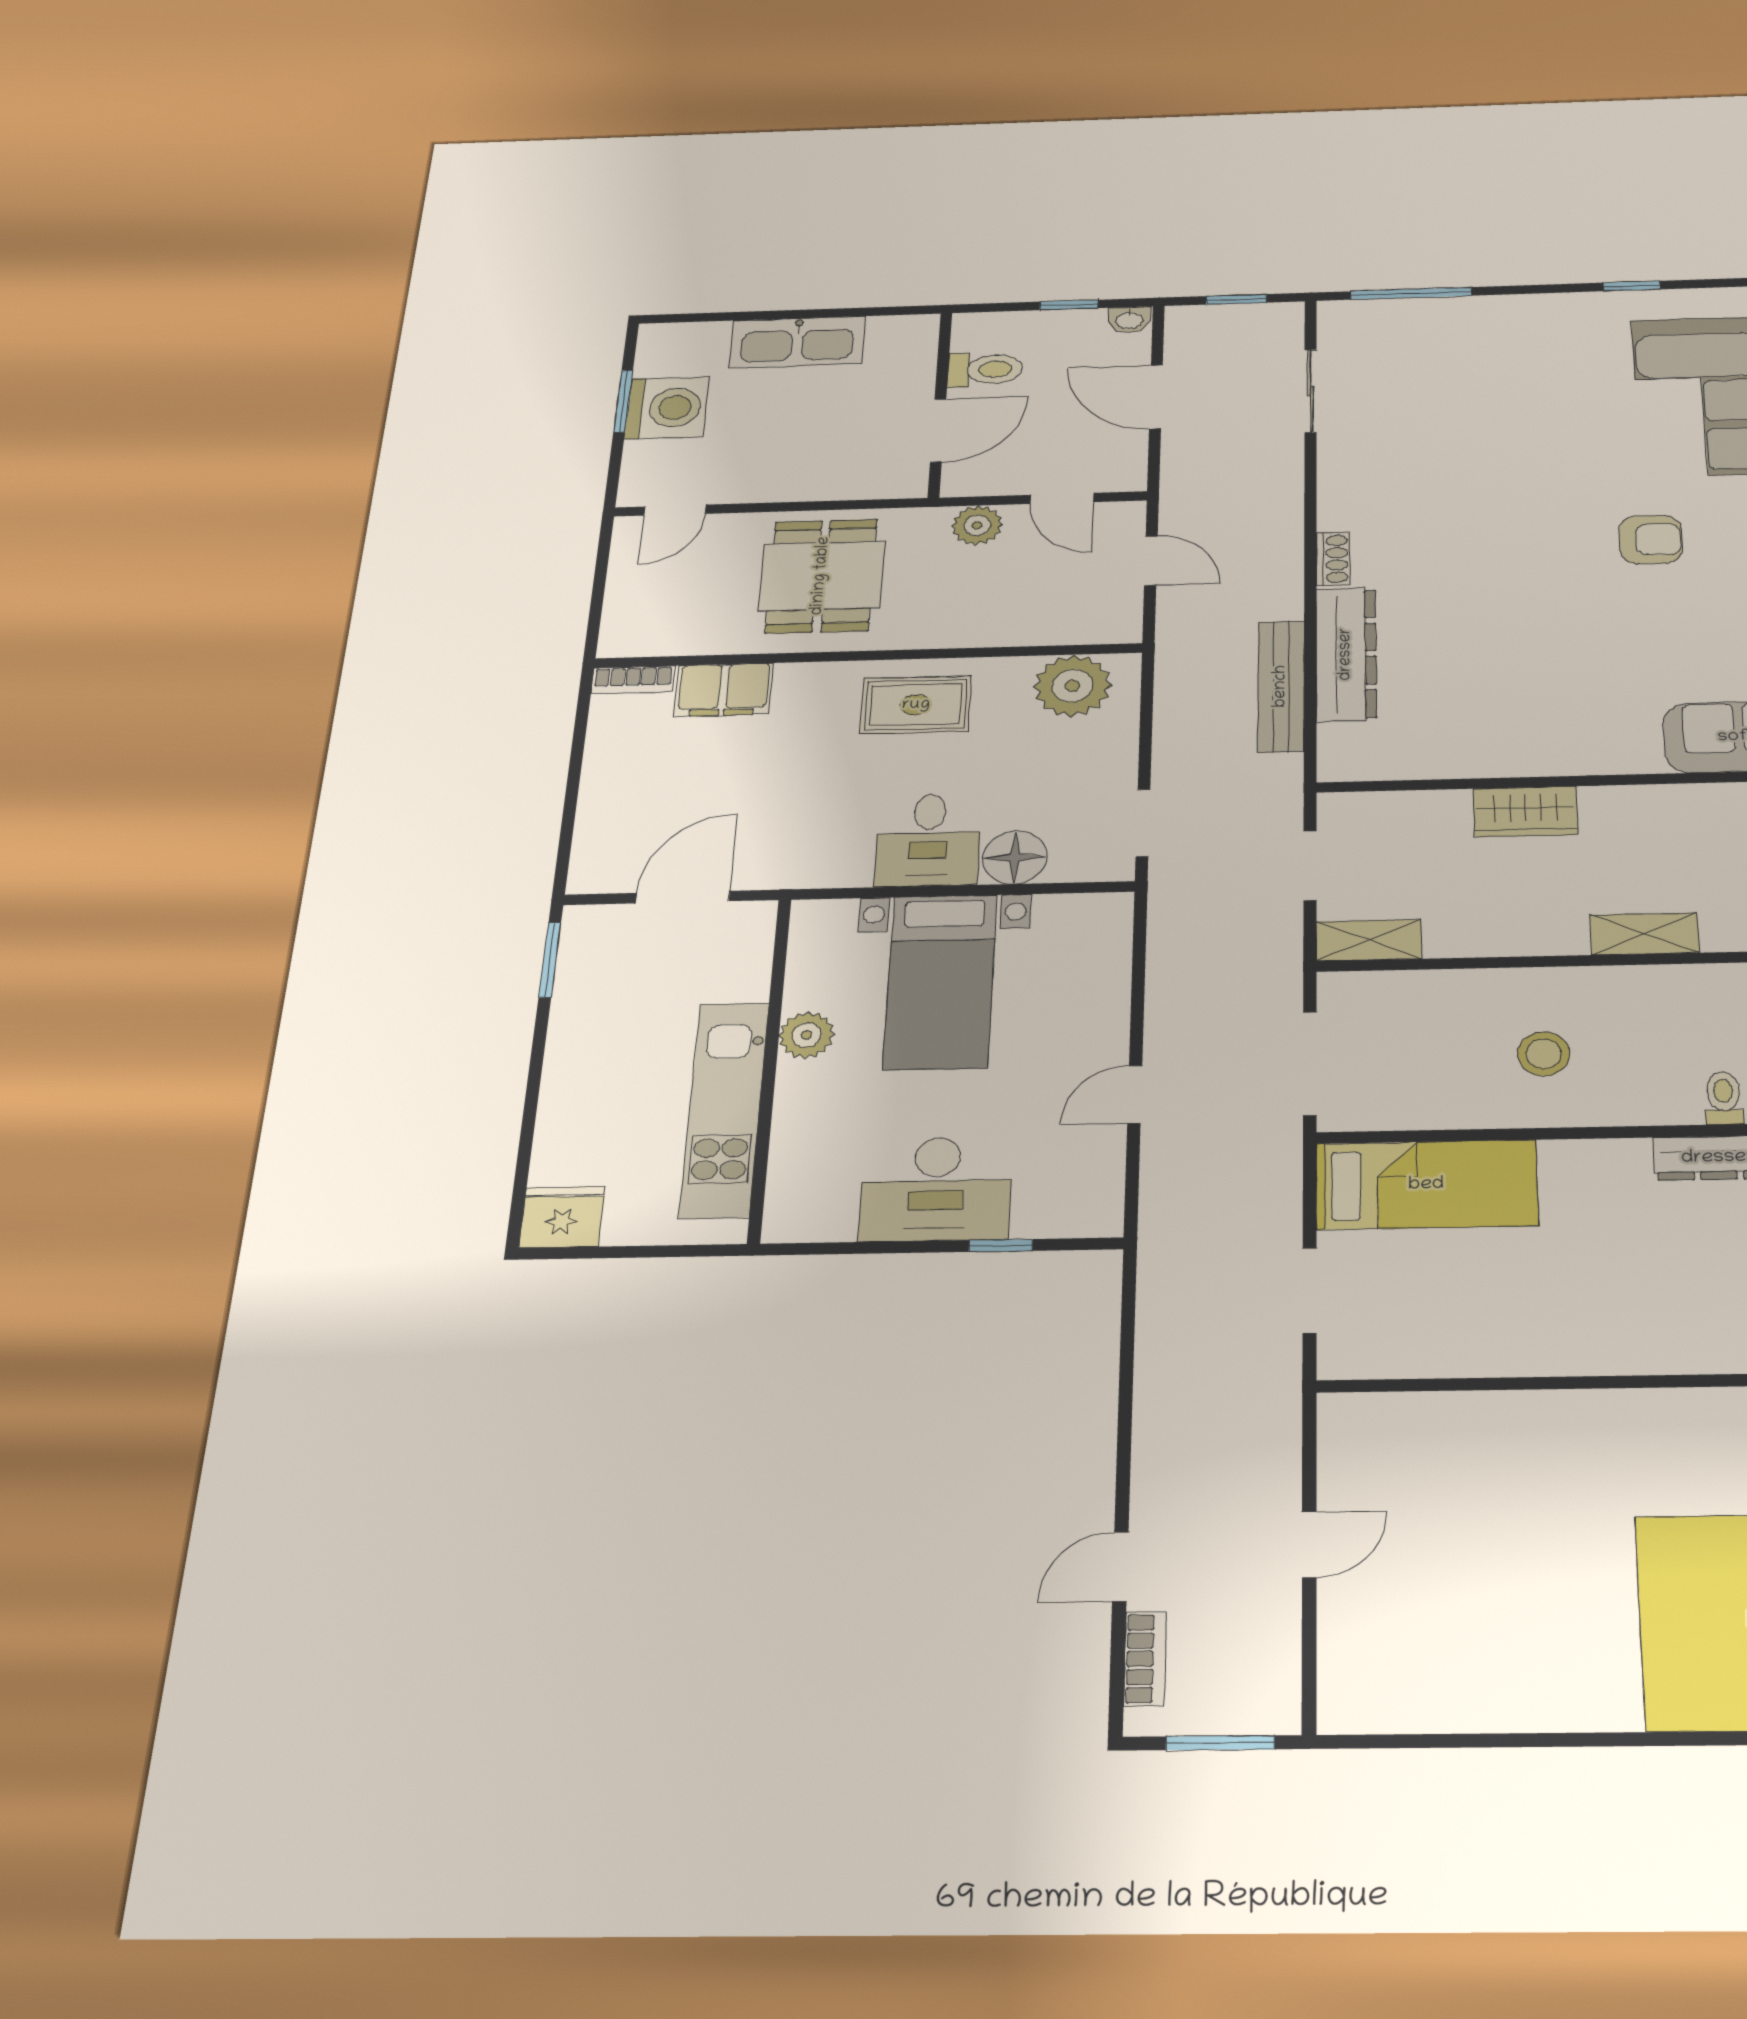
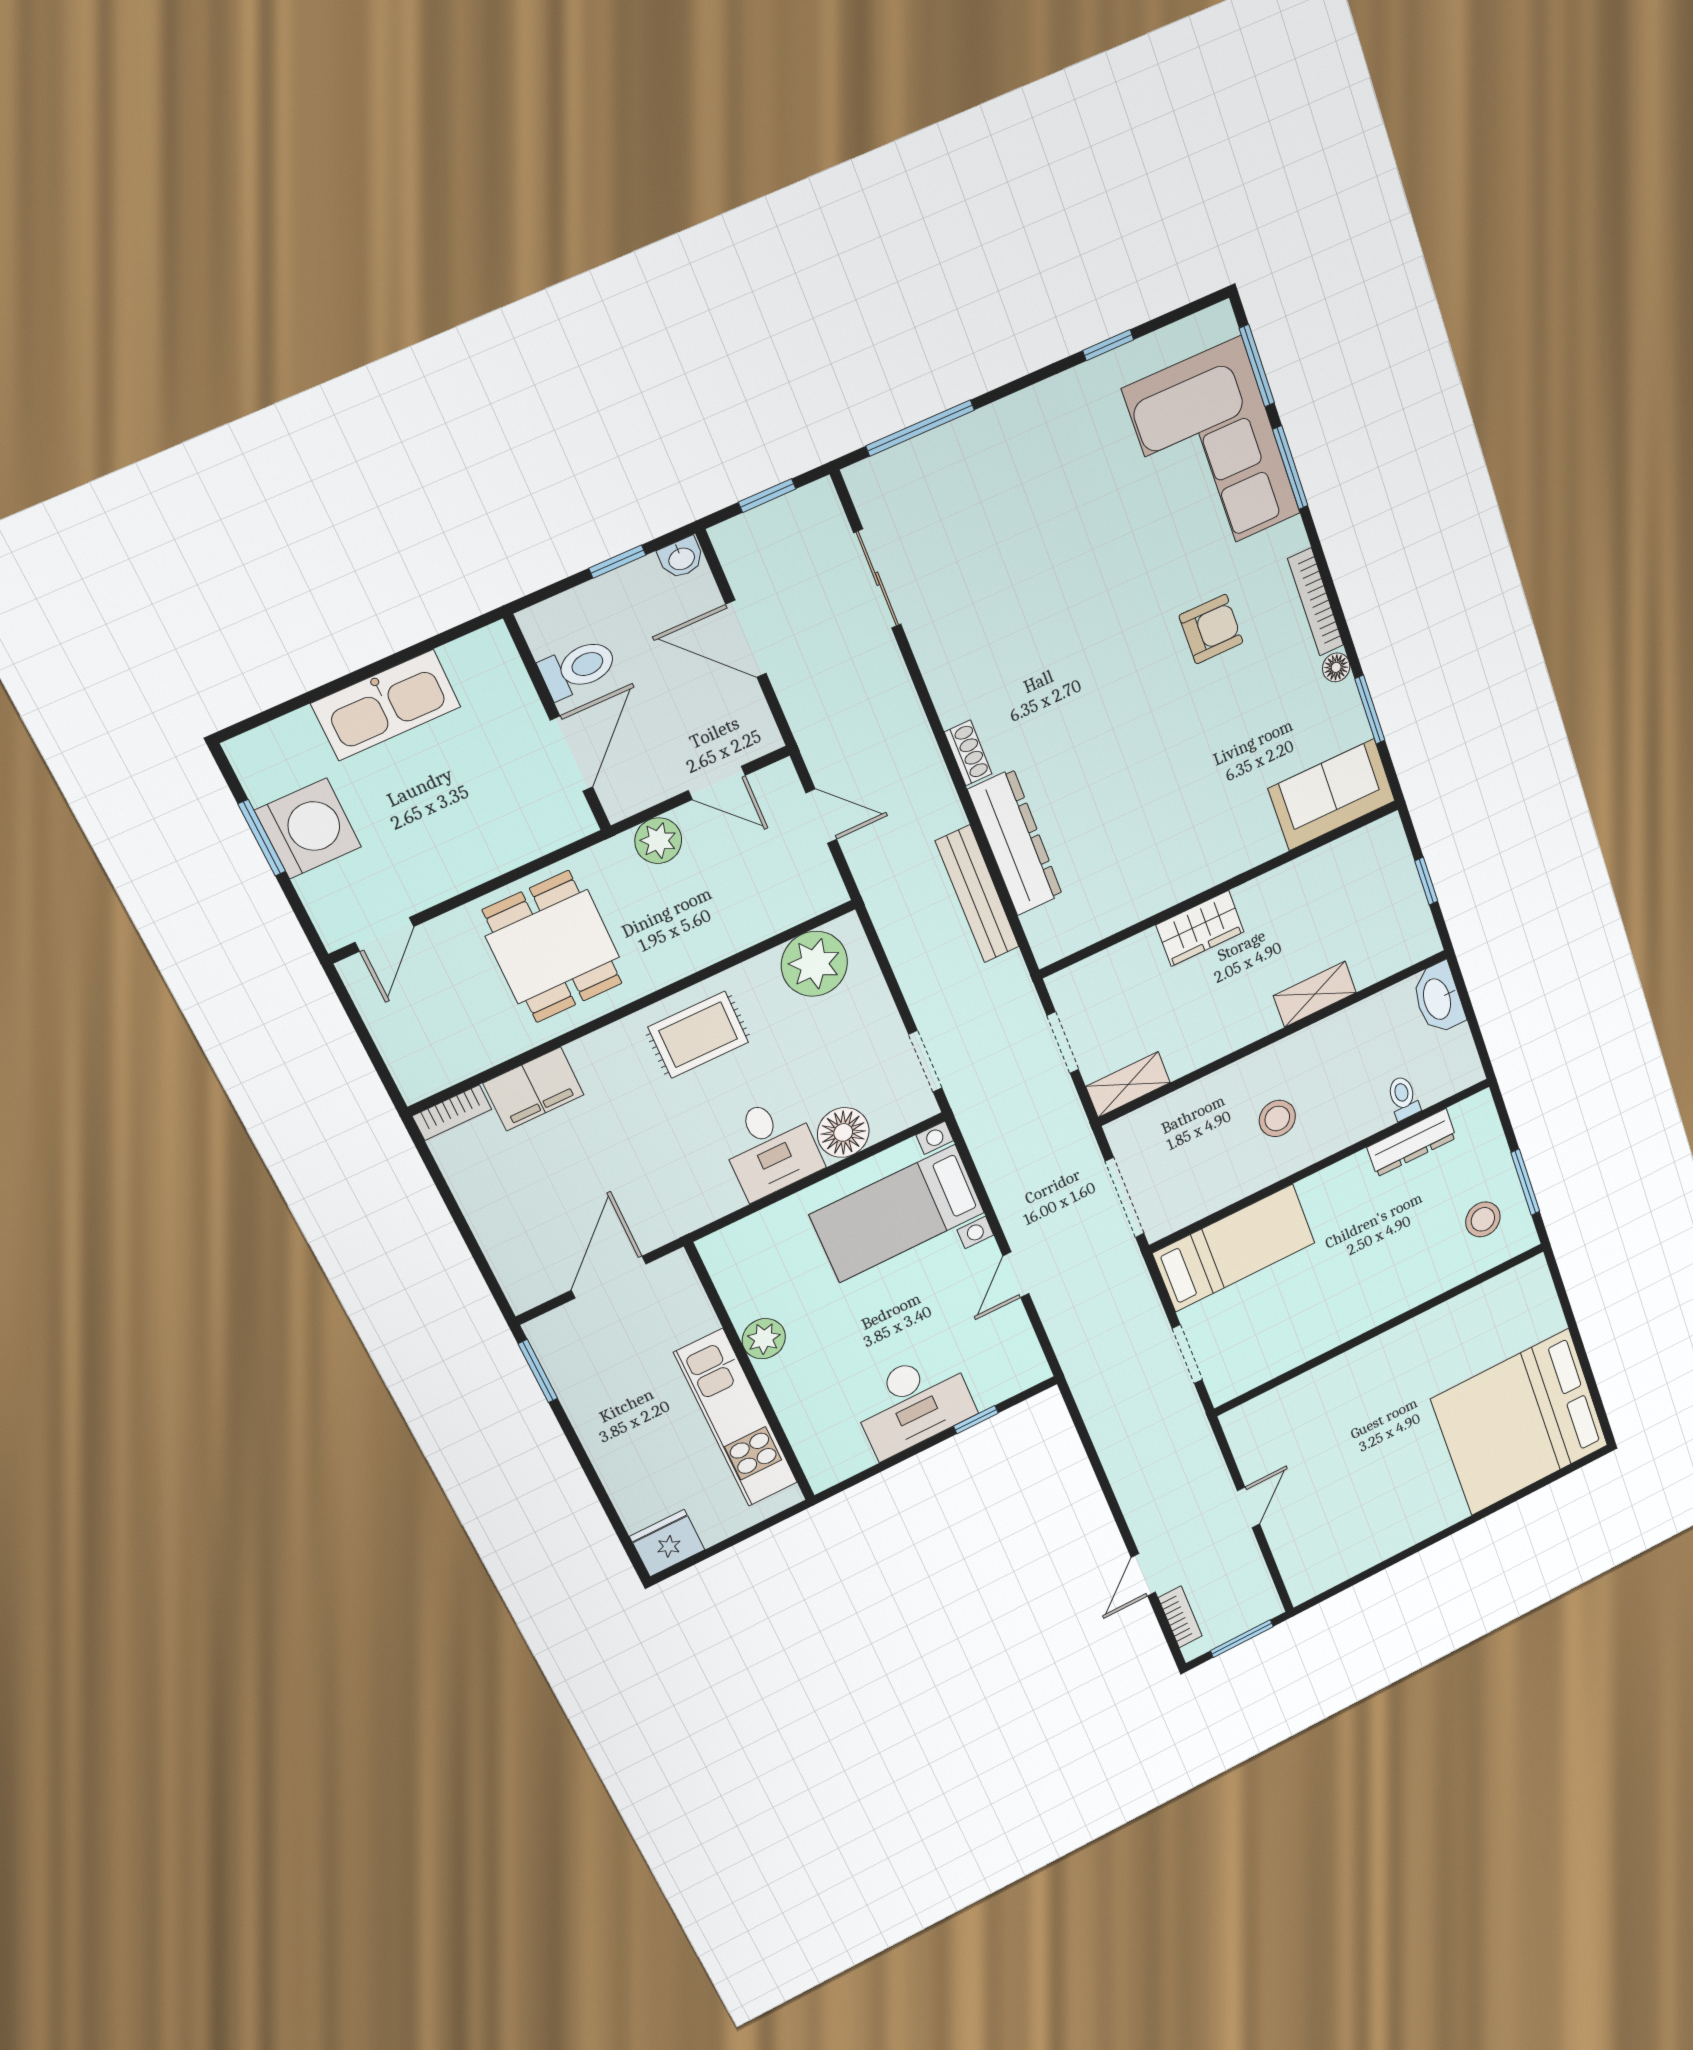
bed with nightstands: (940, 981) -> (897, 1214), moved, turned 90

